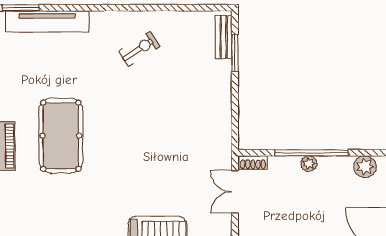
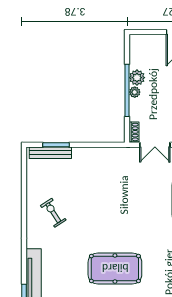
bench: (224, 37) -> (50, 153), width x1.36
plant: (365, 167) -> (137, 78), moved

